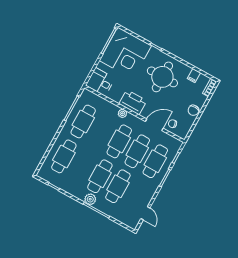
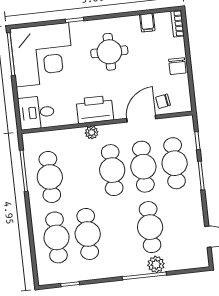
round table: (162, 77) -> (109, 52), width x0.73, depth x0.73
cafe table: (100, 176) -> (88, 234), moved
plant: (90, 199) -> (156, 264), moved

